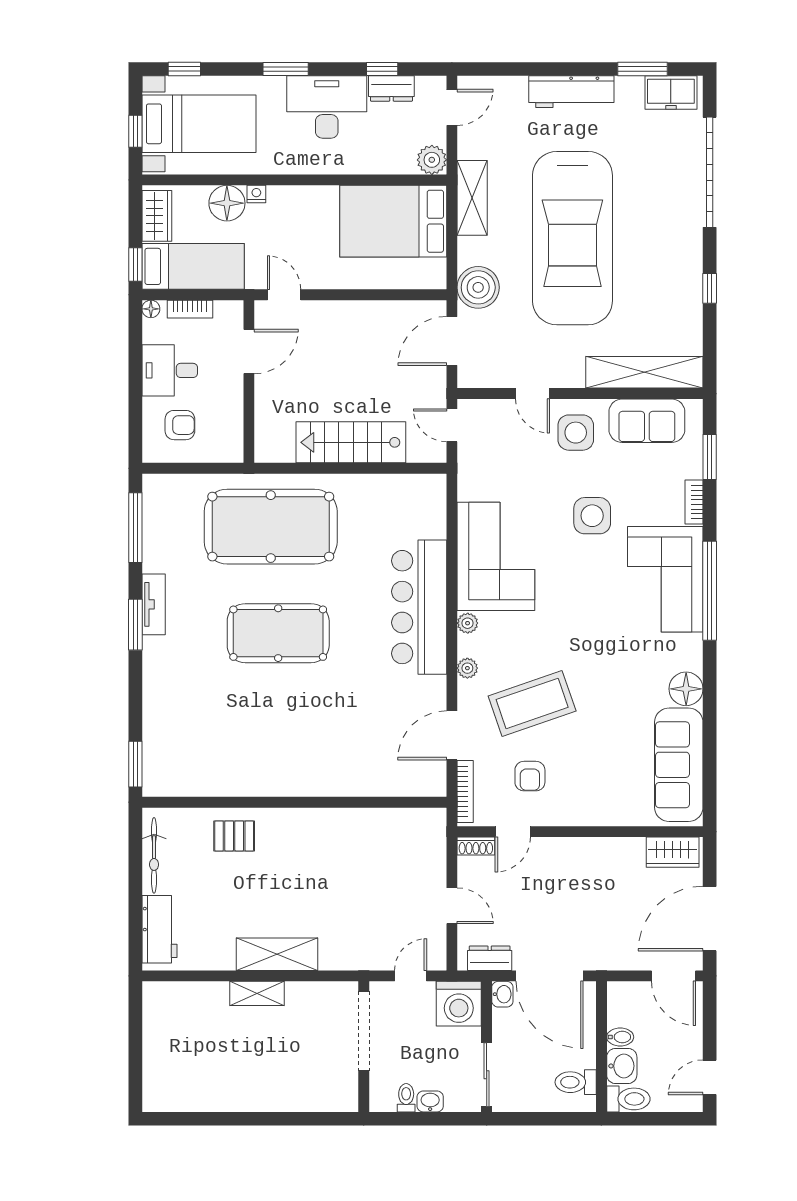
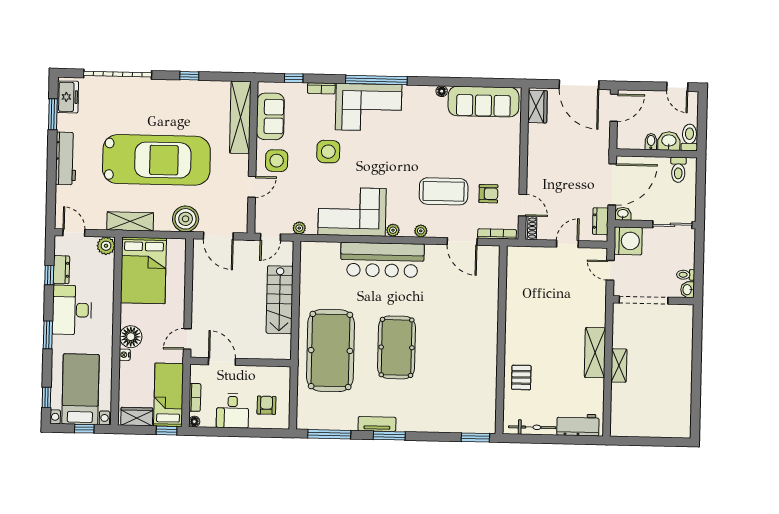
floor lamp: (227, 203) -> (131, 337), moved
window: (710, 457) -> (294, 78), width x0.67
plant: (467, 472) -> (299, 228), added
floor lamp: (686, 689) -> (442, 91), width x0.53, depth x0.53
coffee table: (532, 703) -> (444, 191), turned -71
washbasin: (430, 1101) -> (688, 290), moved

